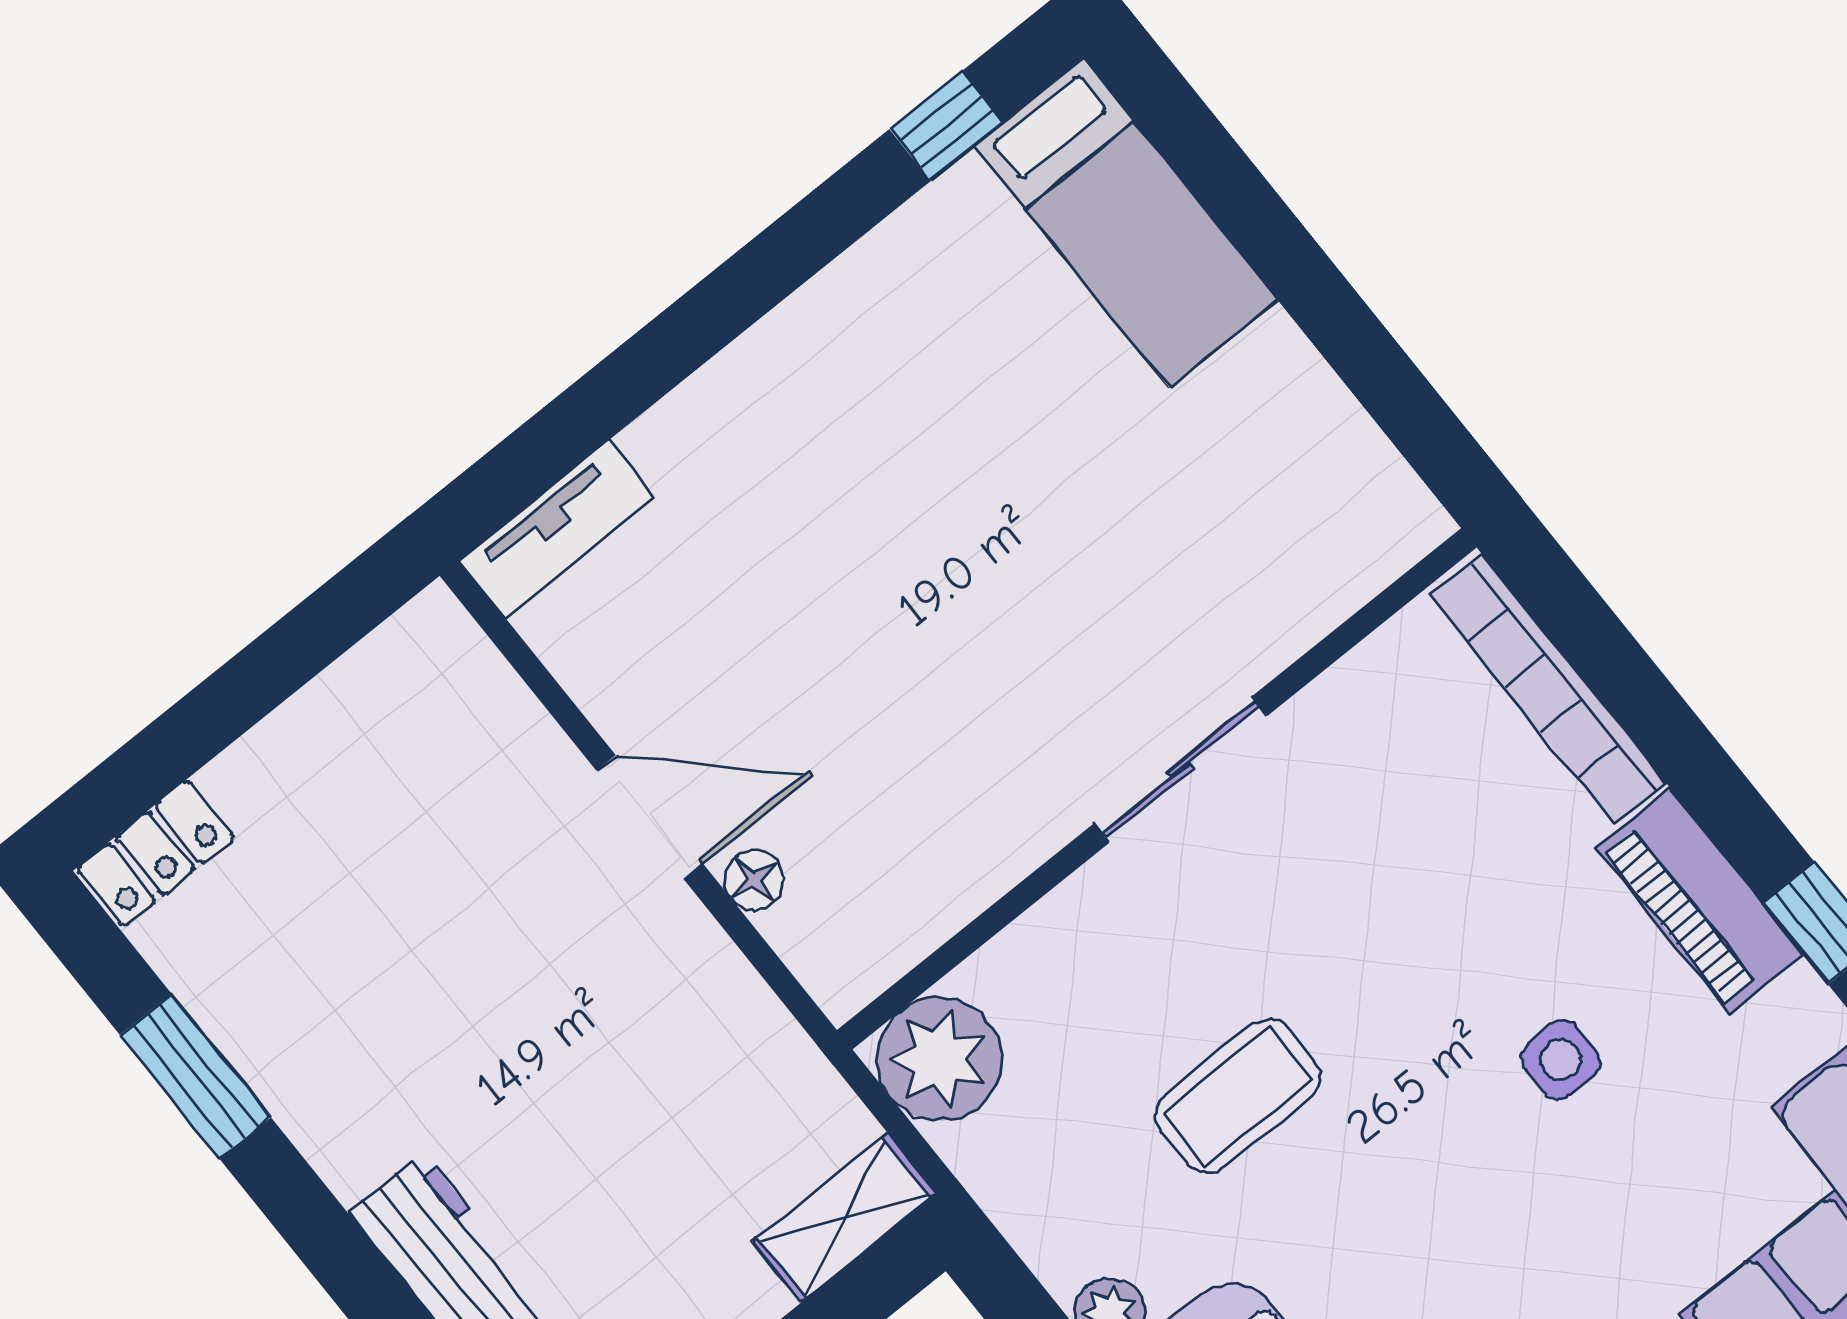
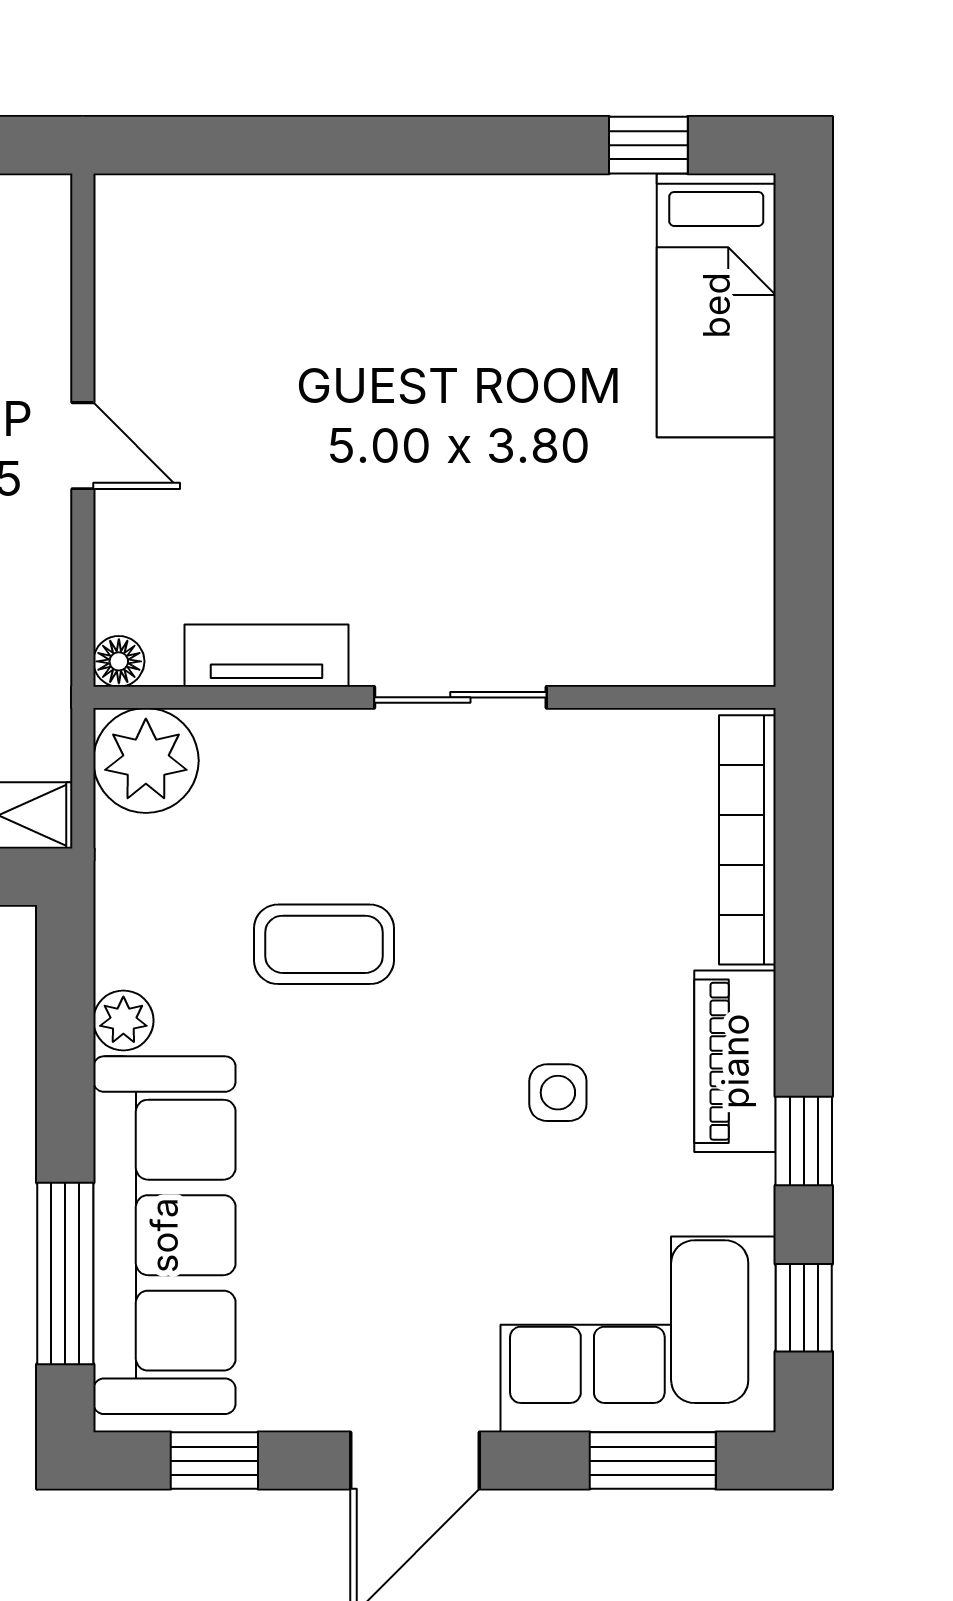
tv unit: (557, 529) -> (267, 656), moved, turned 180
door: (650, 817) -> (83, 446), width x0.73
floor lamp: (754, 880) -> (119, 661), moved

